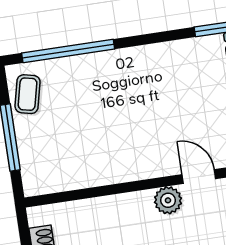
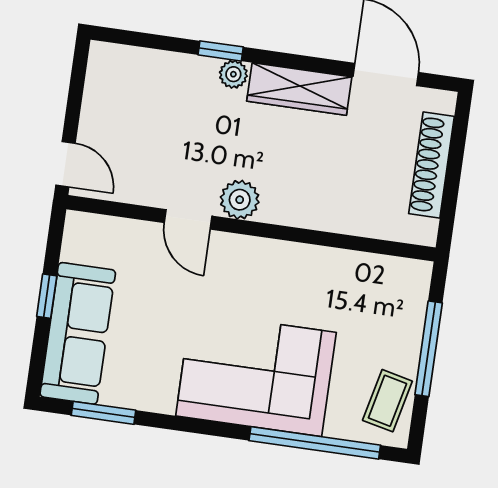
corner sofa: (122, 86) -> (256, 374), added

